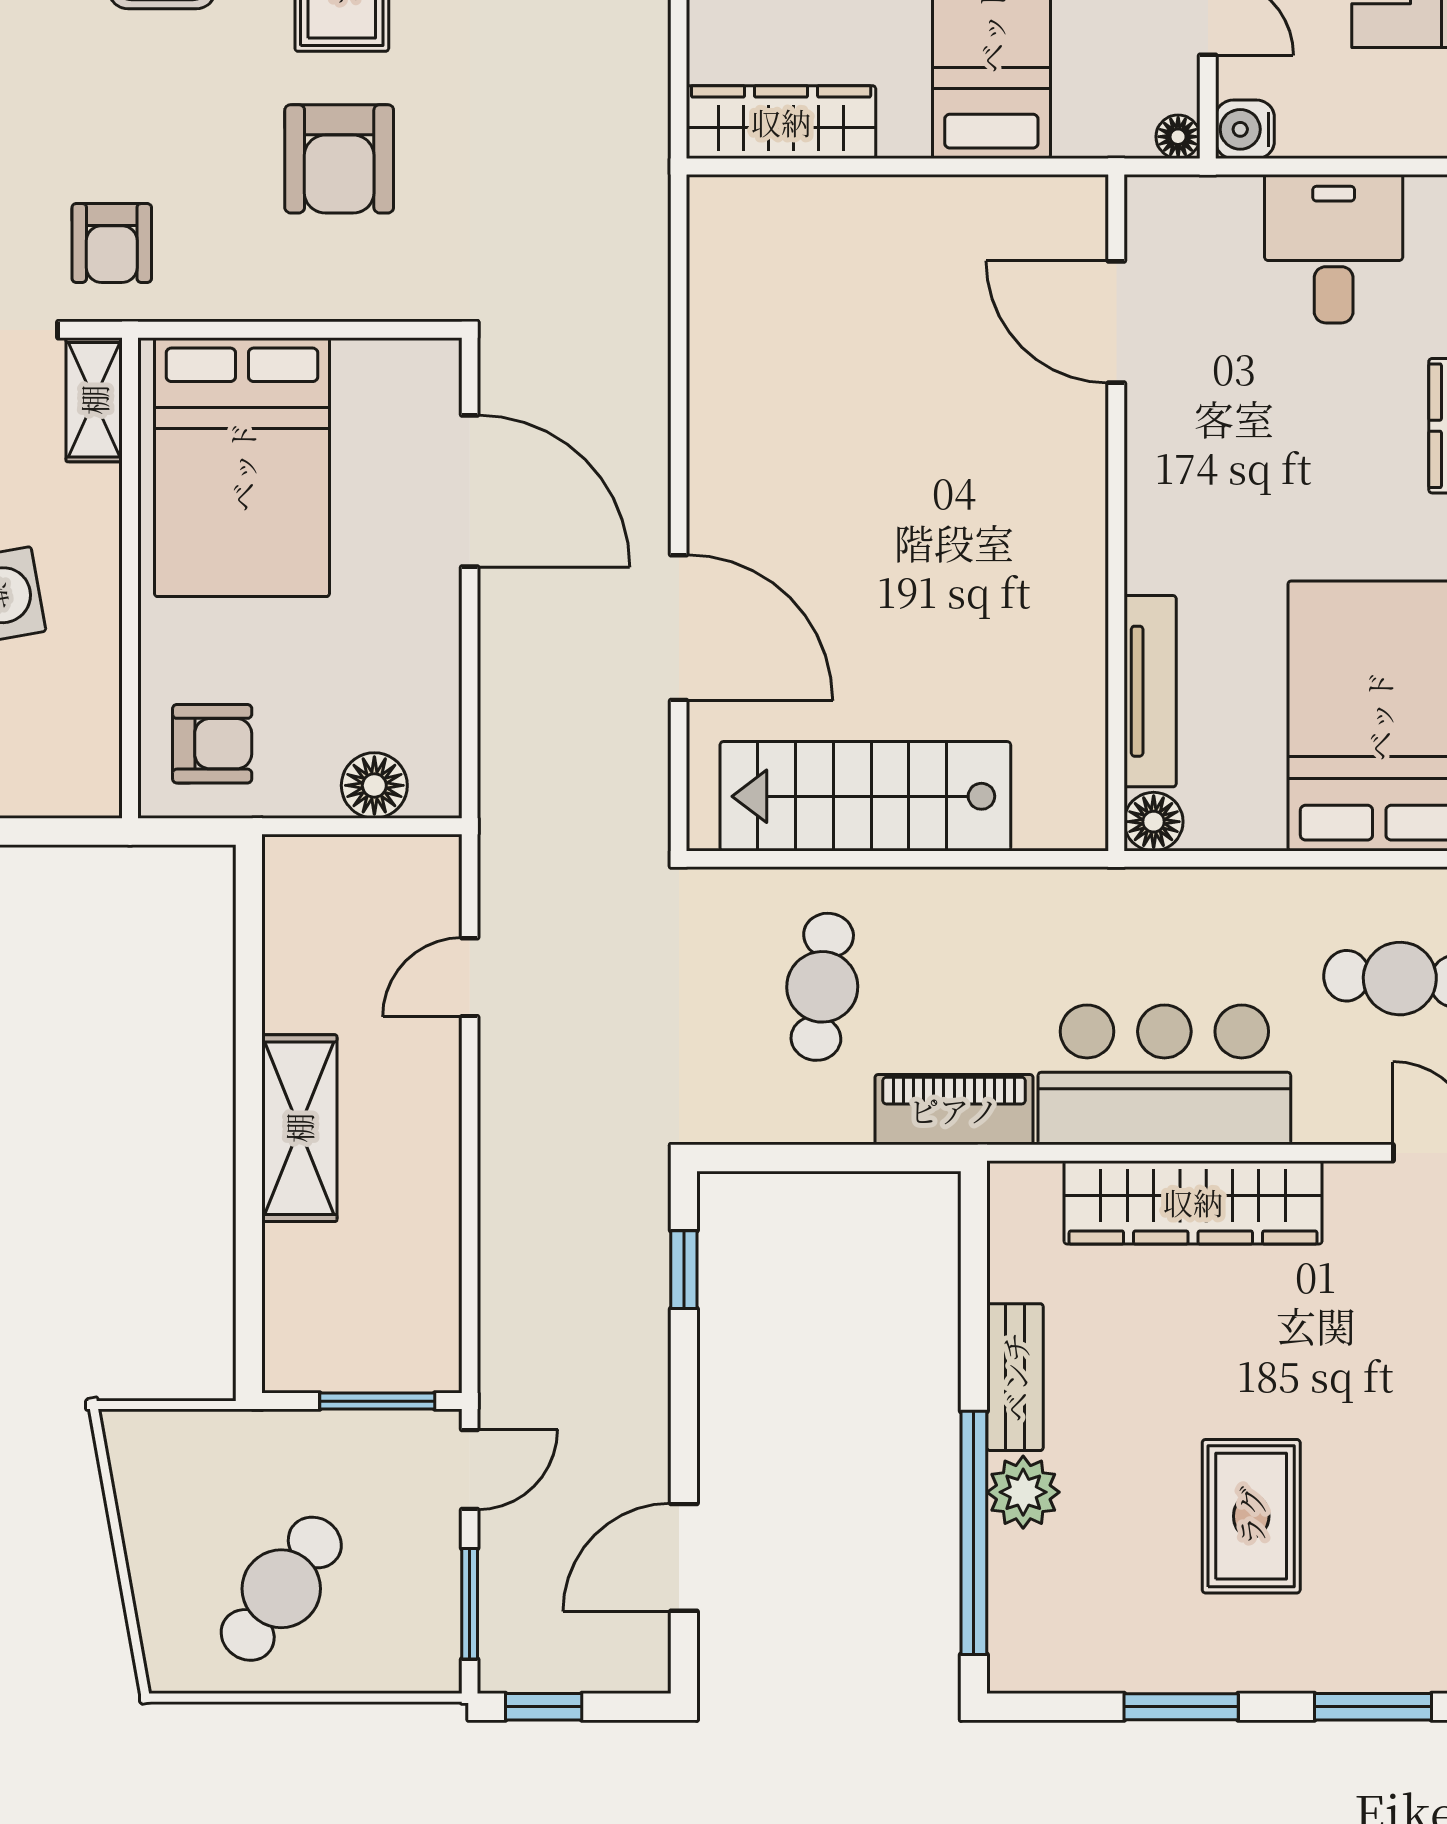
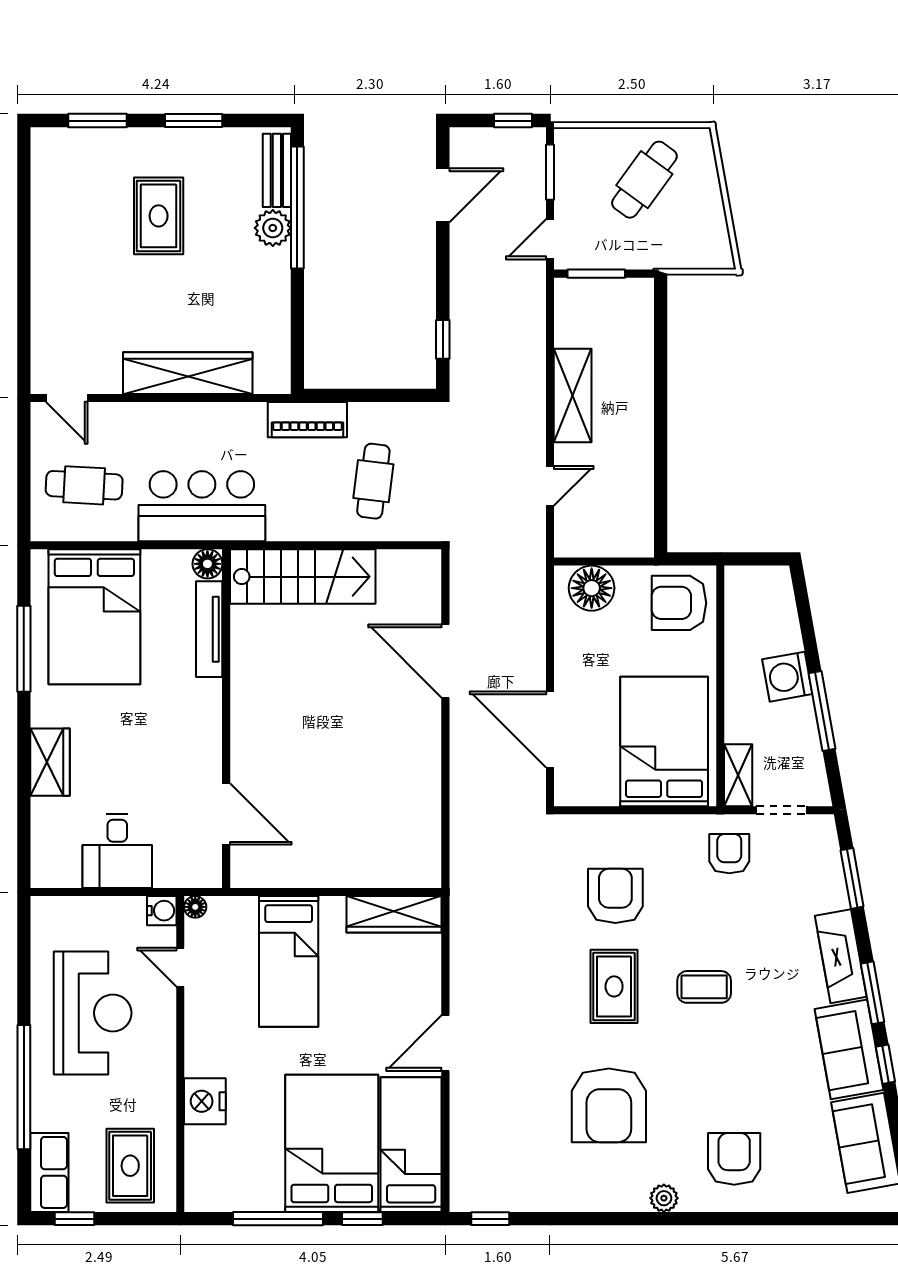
armchair: (212, 744) -> (679, 603), width x1.38, depth x1.38
floor lamp: (374, 785) -> (592, 588), width x1.38, depth x1.38
stairs: (865, 796) -> (303, 577), moved
bar counter: (1164, 1075) -> (202, 506), moved, turned 180
shelving: (299, 1128) -> (573, 395), moved
bench: (1015, 1377) -> (277, 170), moved

